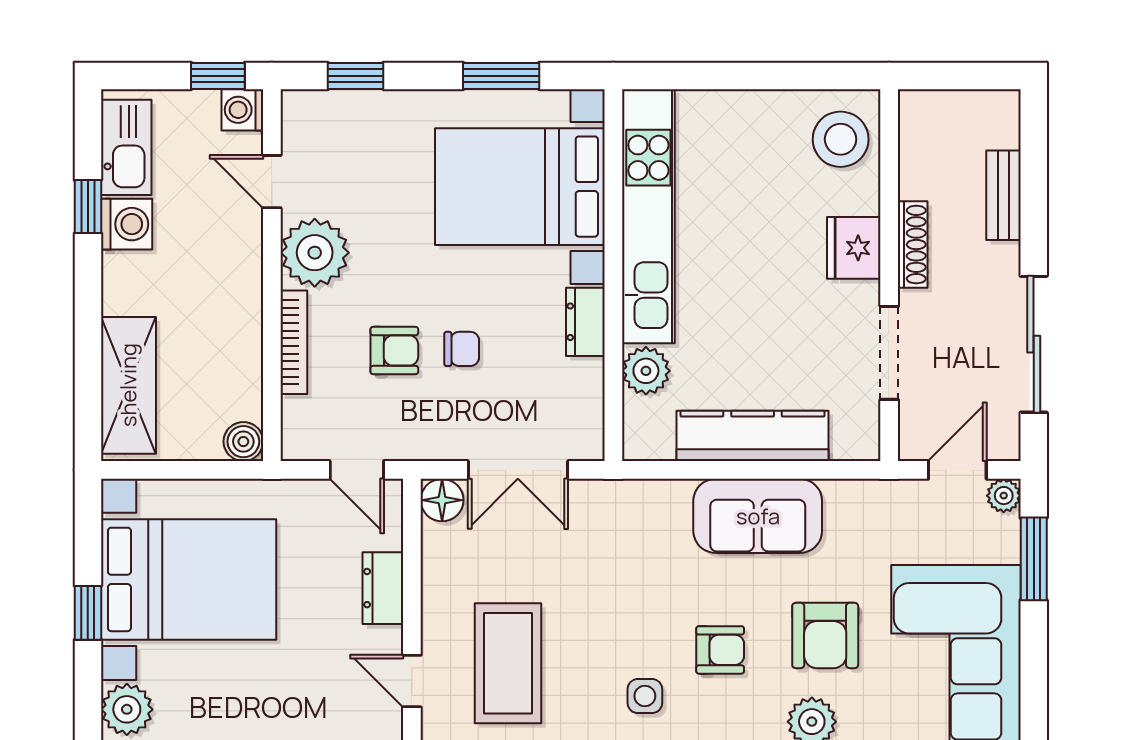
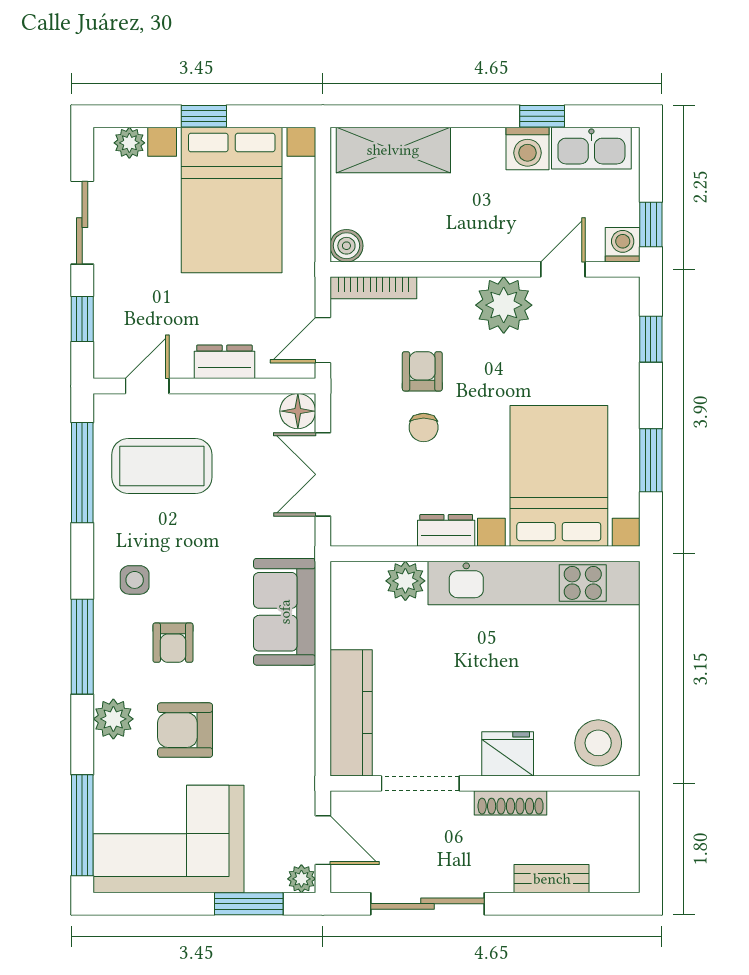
bookcase: (294, 342) -> (373, 288), moved
armchair: (394, 351) -> (422, 371), turned 180
kitchen counter: (753, 436) -> (351, 713), moved
sofa: (758, 516) -> (285, 612), moved
plant: (127, 709) -> (129, 143), width x0.73, depth x0.73

